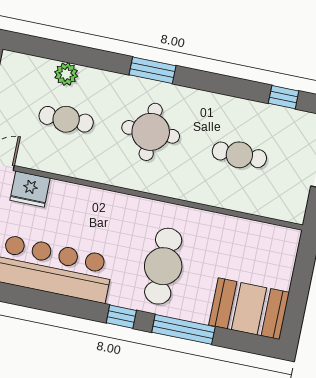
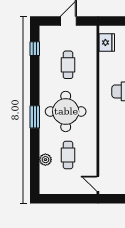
round table: (151, 132) -> (66, 111), width x1.36, depth x1.36
fridge: (30, 189) -> (107, 43), moved

